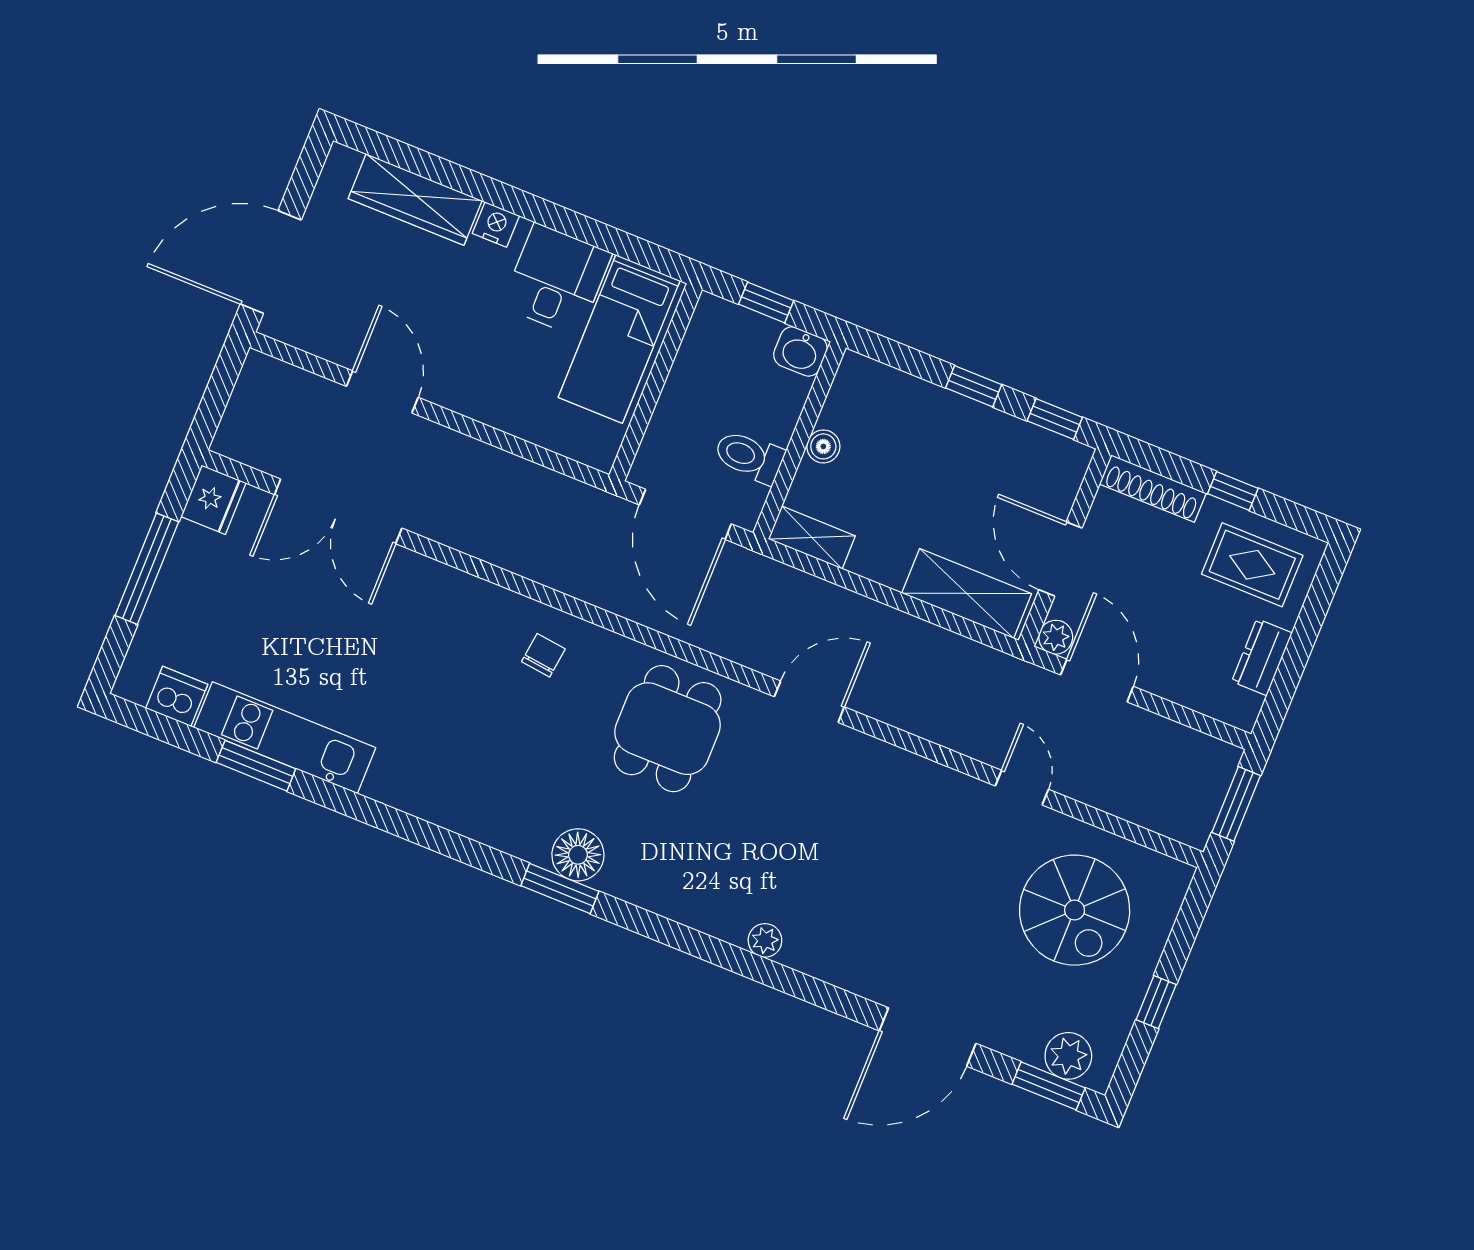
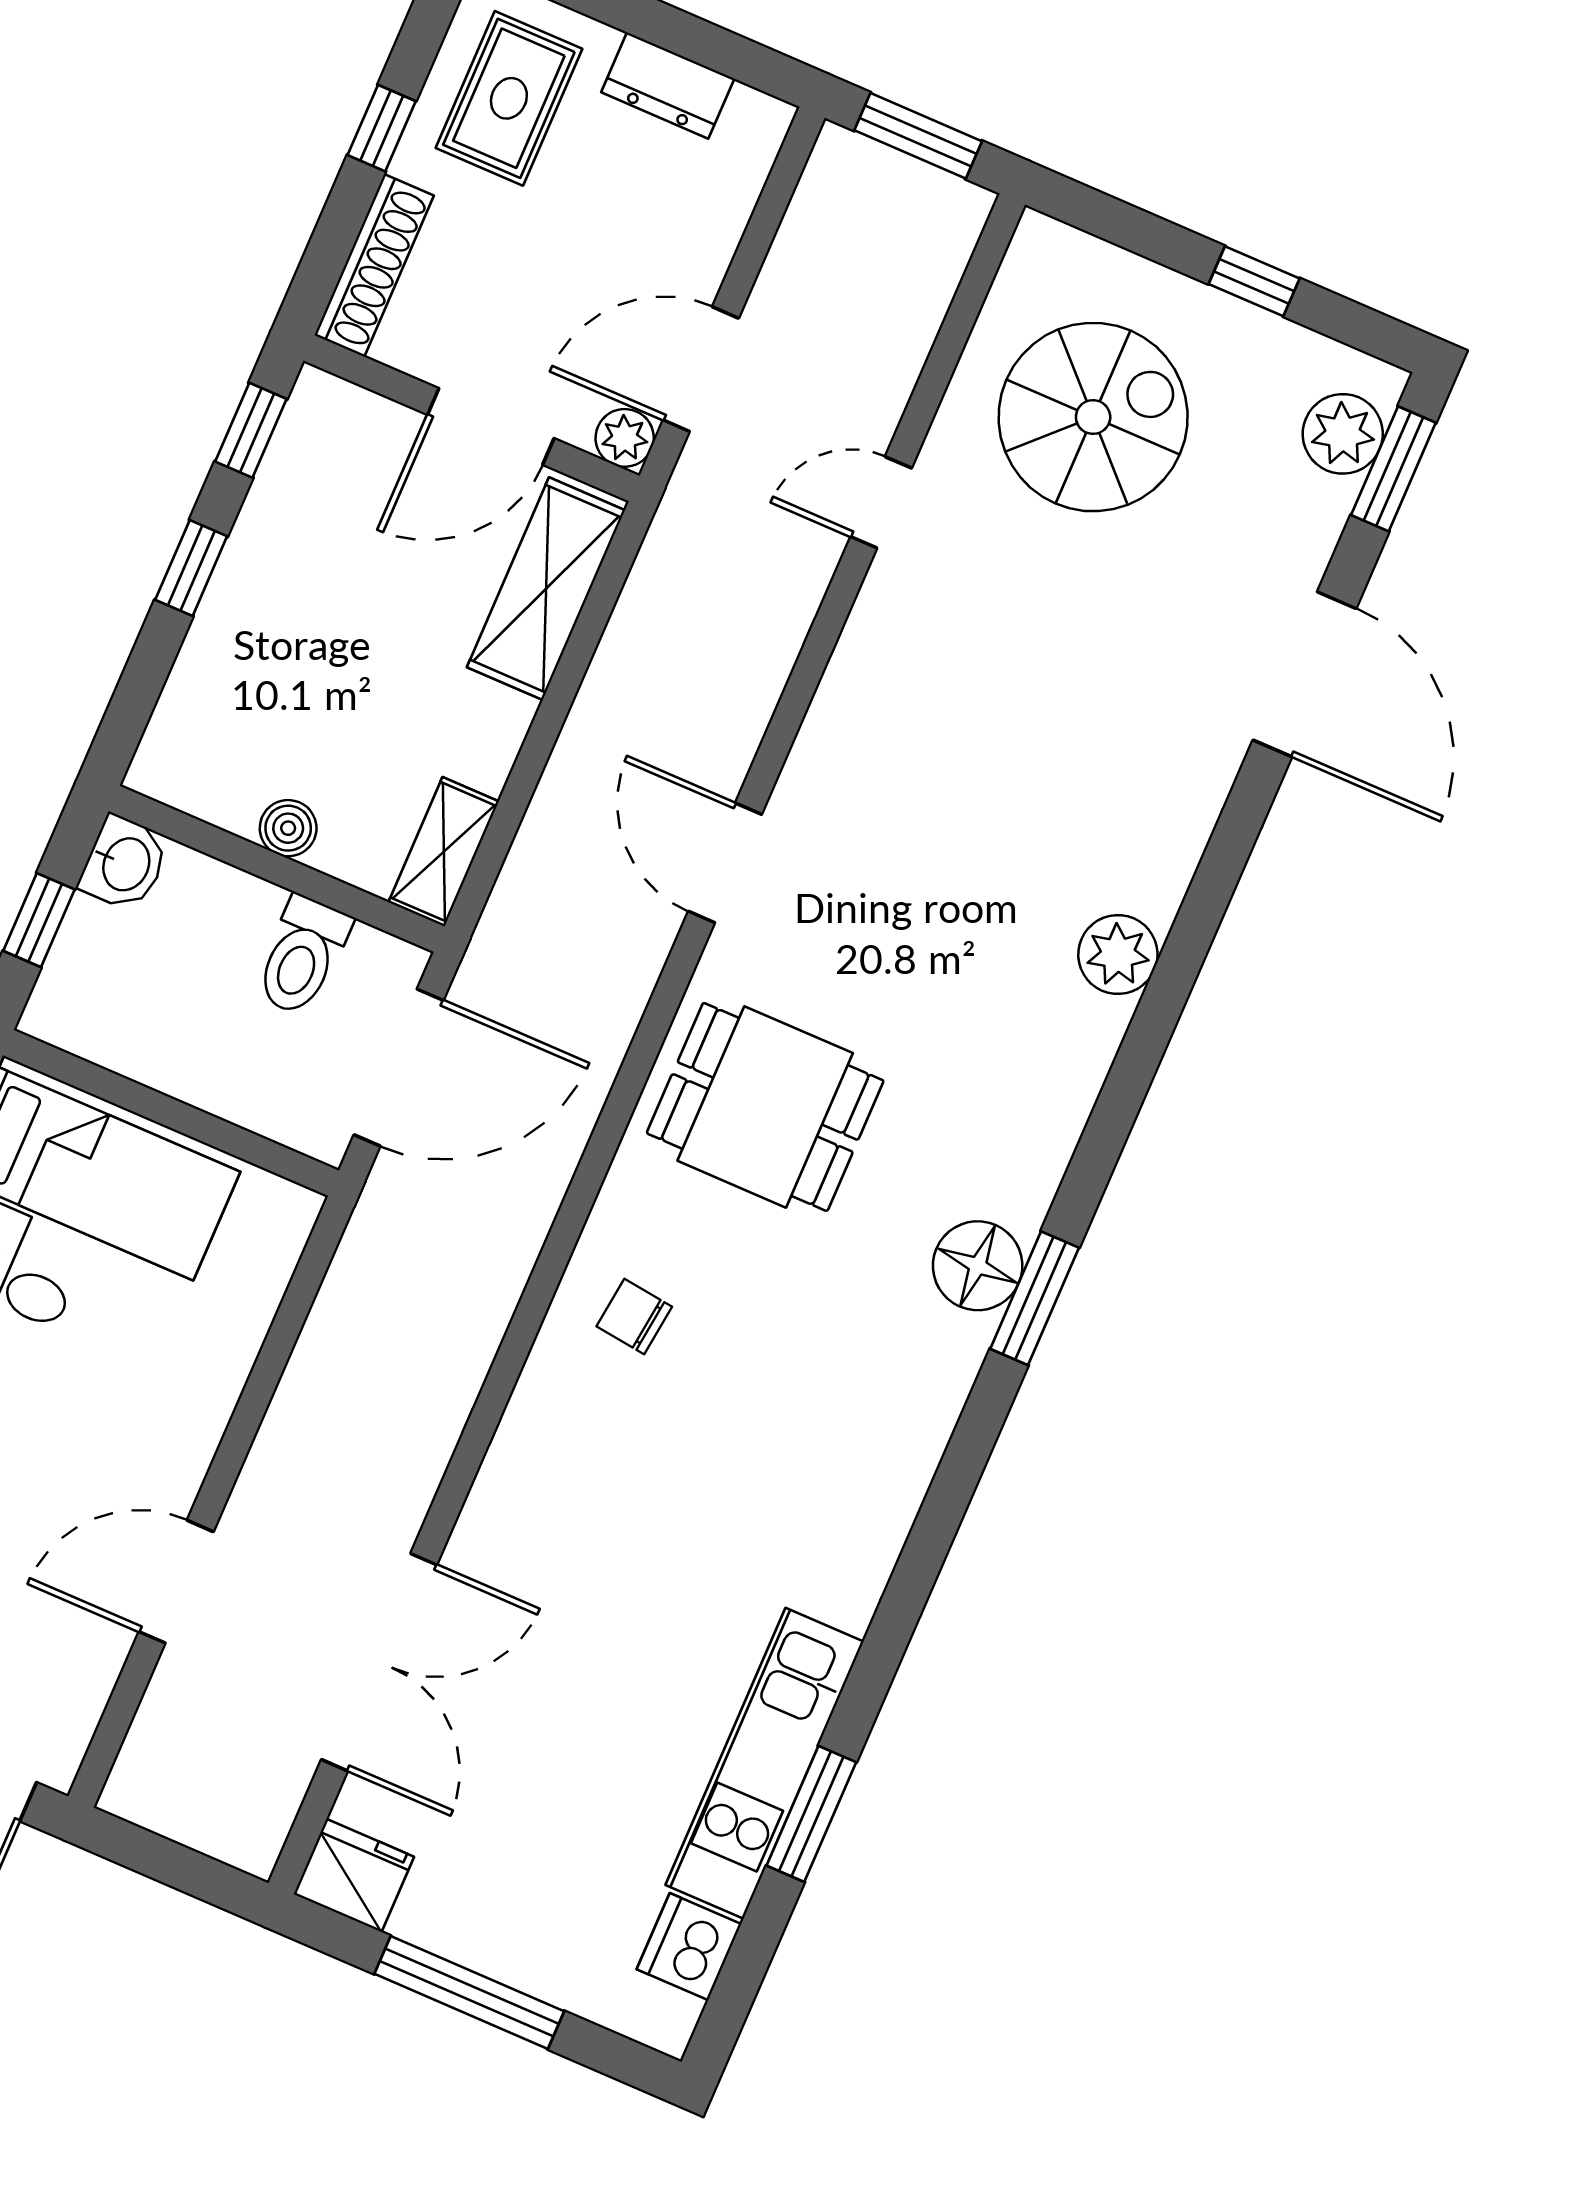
plant: (765, 940) -> (1118, 954), width x1.38, depth x1.38

